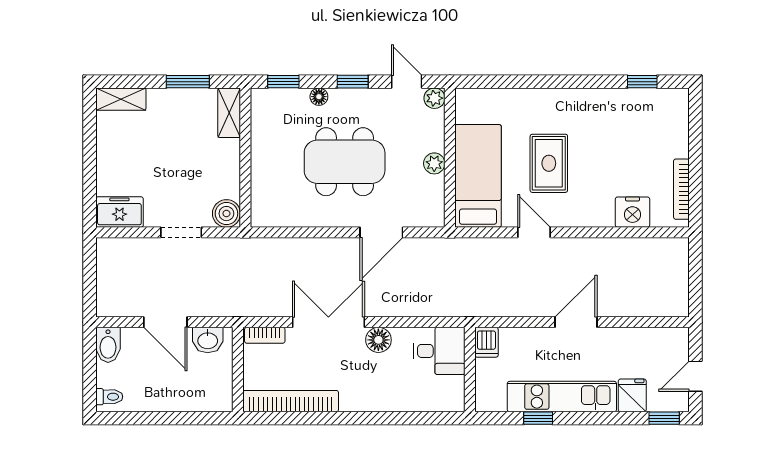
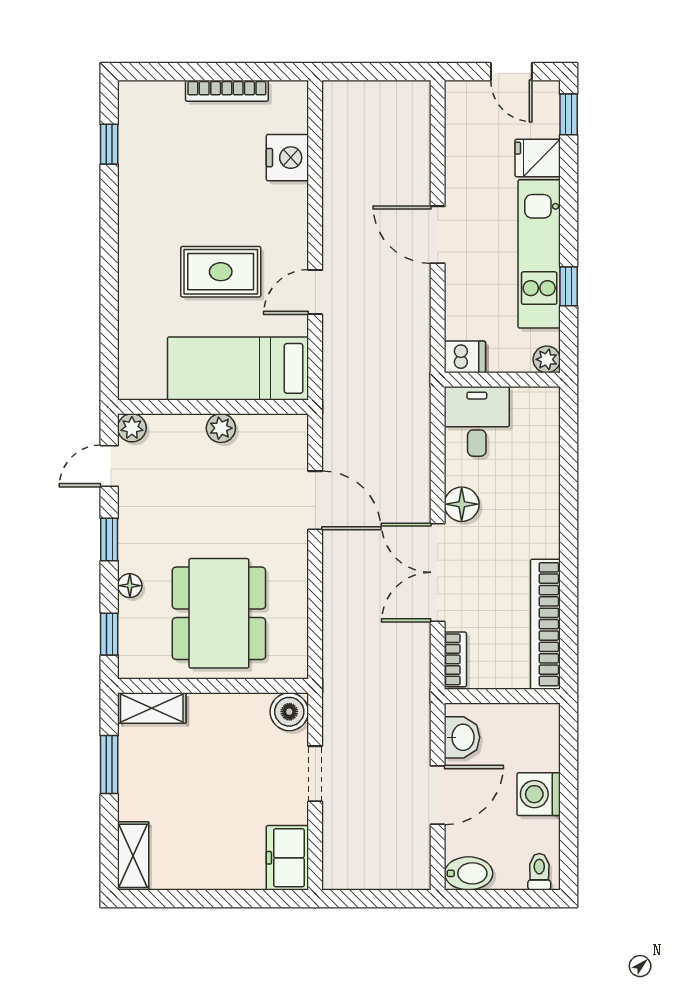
dining table: (345, 162) -> (219, 613), moved
bookcase: (681, 189) -> (227, 91), moved
washing machine: (166, 396) -> (539, 794), added
plant: (485, 402) -> (547, 359), added

